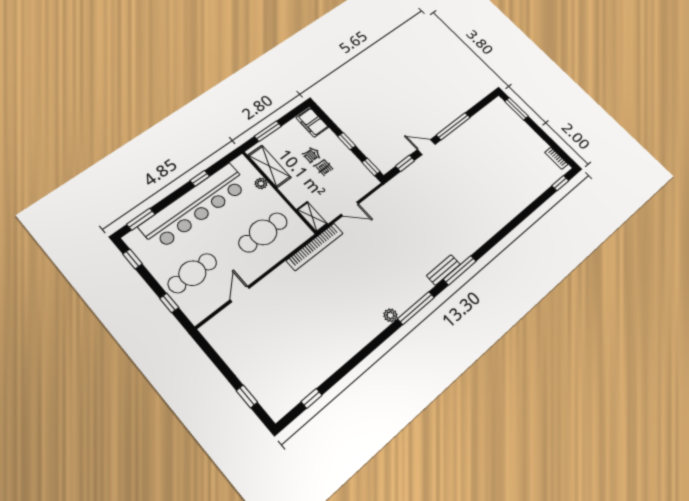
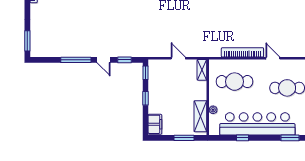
bookcase: (315, 247) -> (242, 52), moved
door: (240, 294) -> (273, 58), swing flipped

